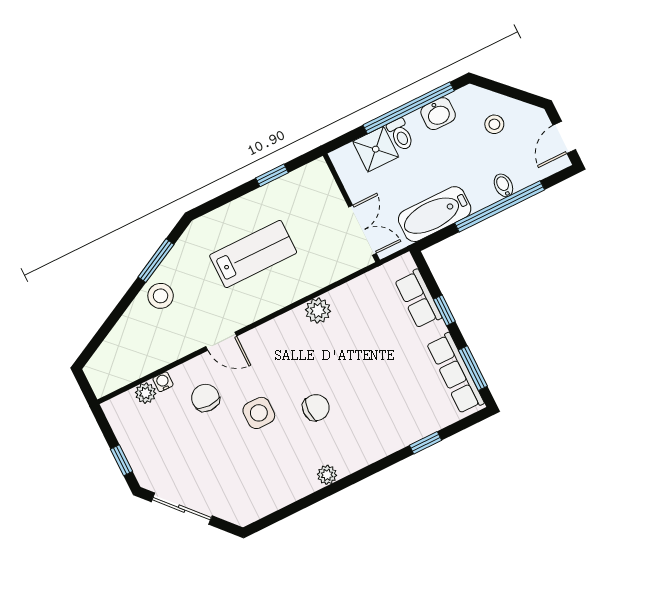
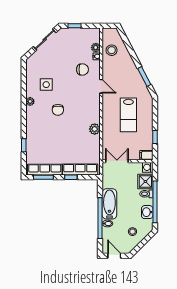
washing machine: (343, 159) -> (148, 167), added
filing cabinet: (319, 174) -> (146, 155), added
bathtub: (435, 214) -> (109, 204), moved
double door: (363, 230) -> (117, 161), swing flipped
stool: (161, 296) -> (112, 50), moved
row of seats: (418, 299) -> (80, 170), width x1.48
door: (221, 341) -> (101, 86), swing flipped
side table: (259, 413) -> (46, 85), moved

